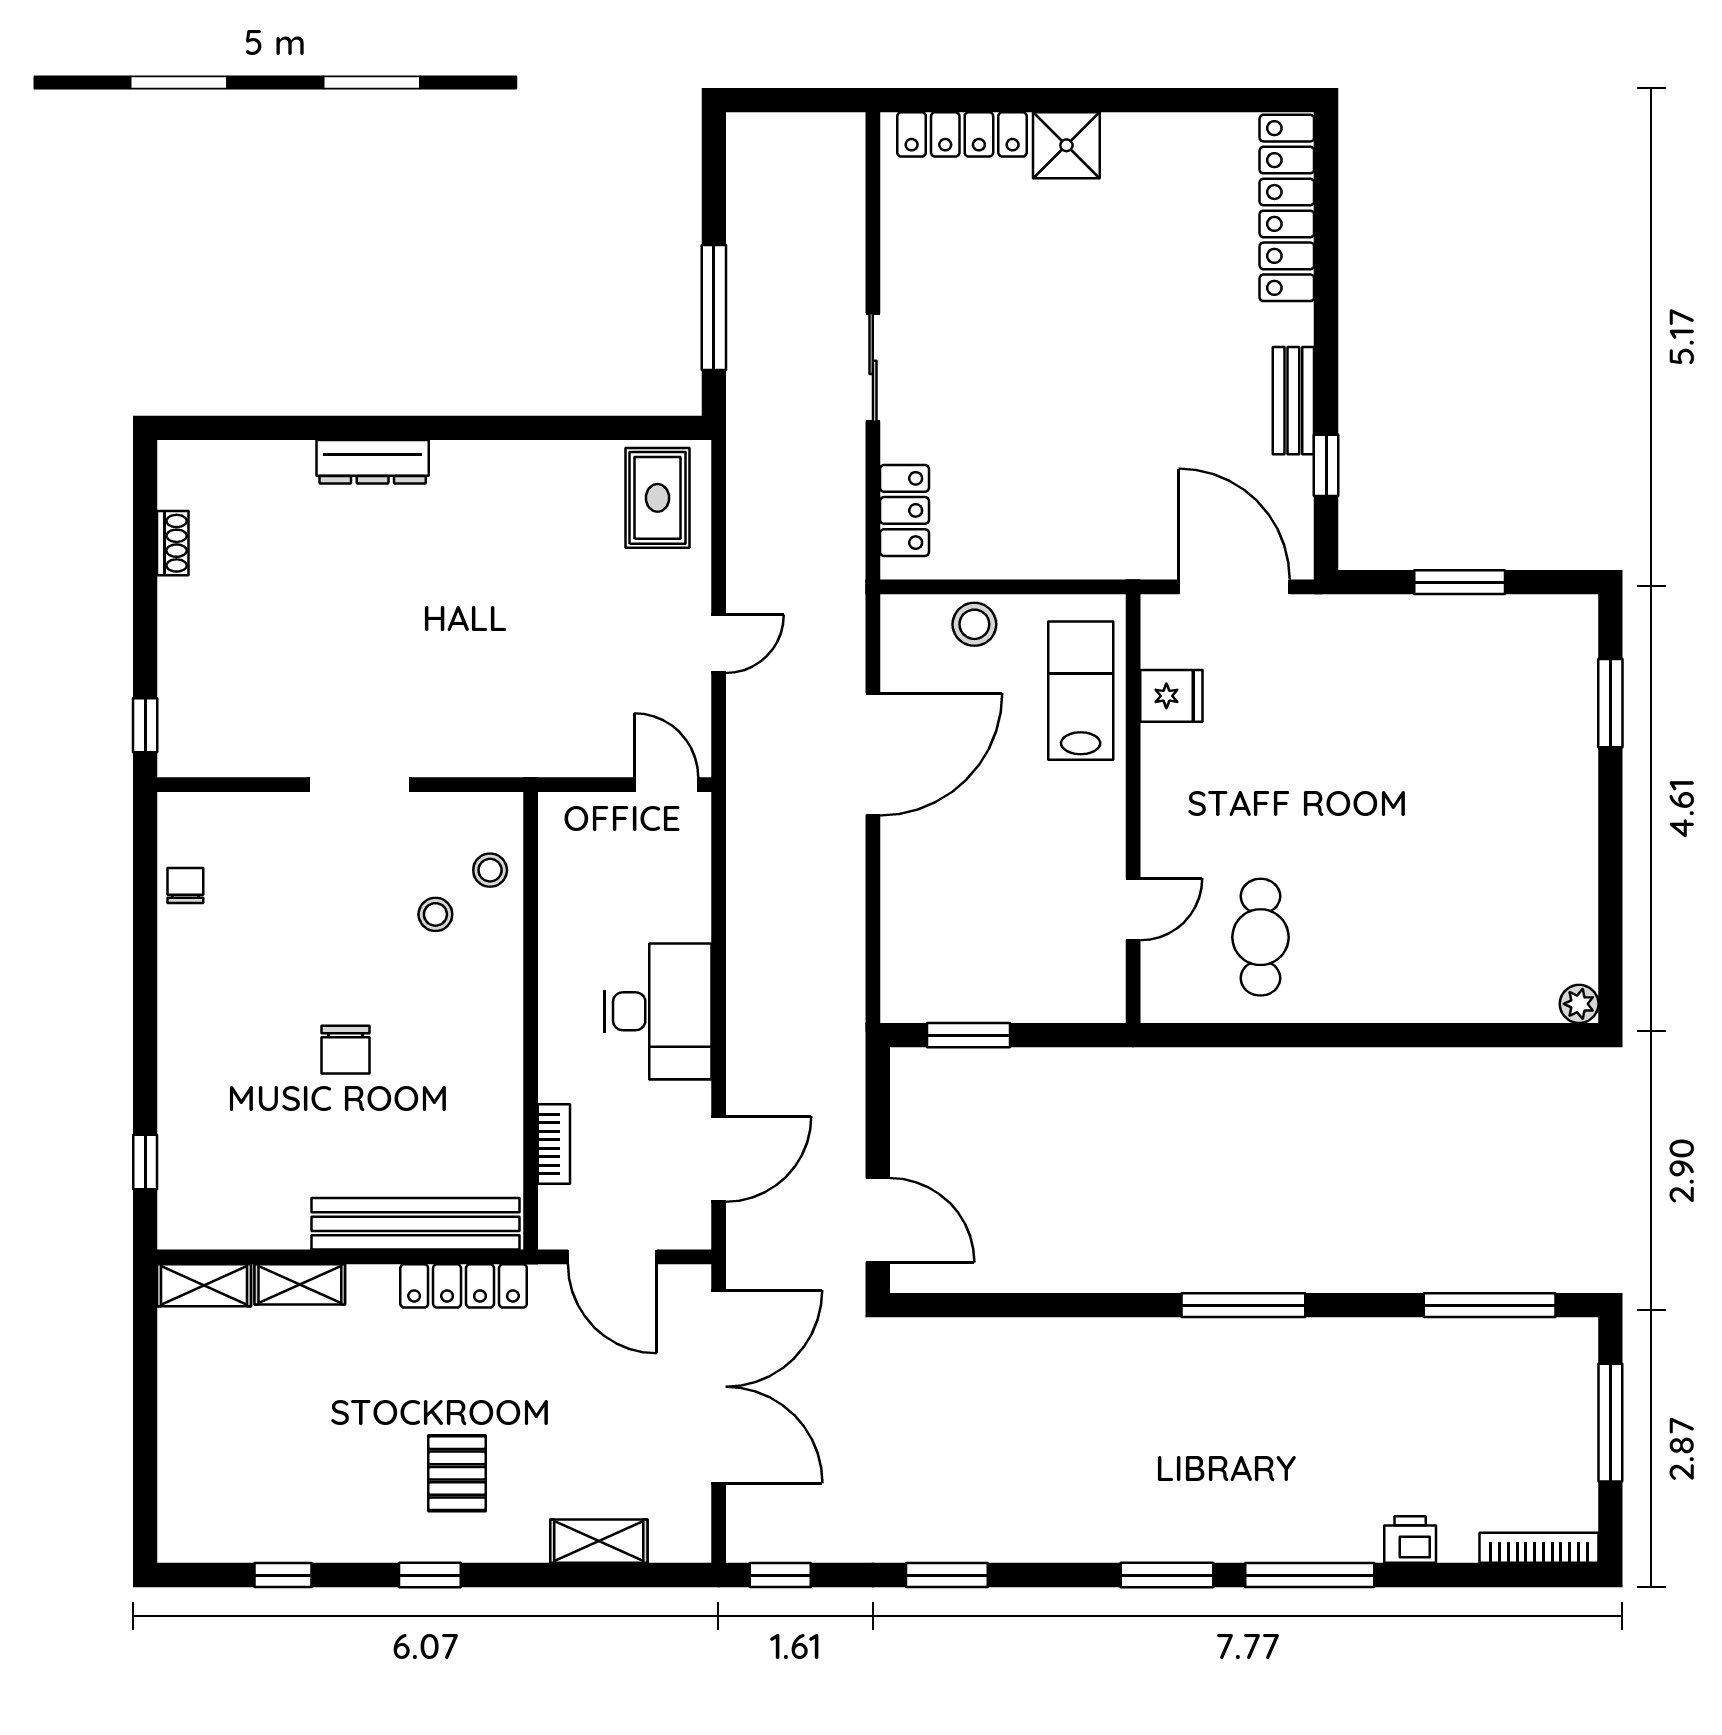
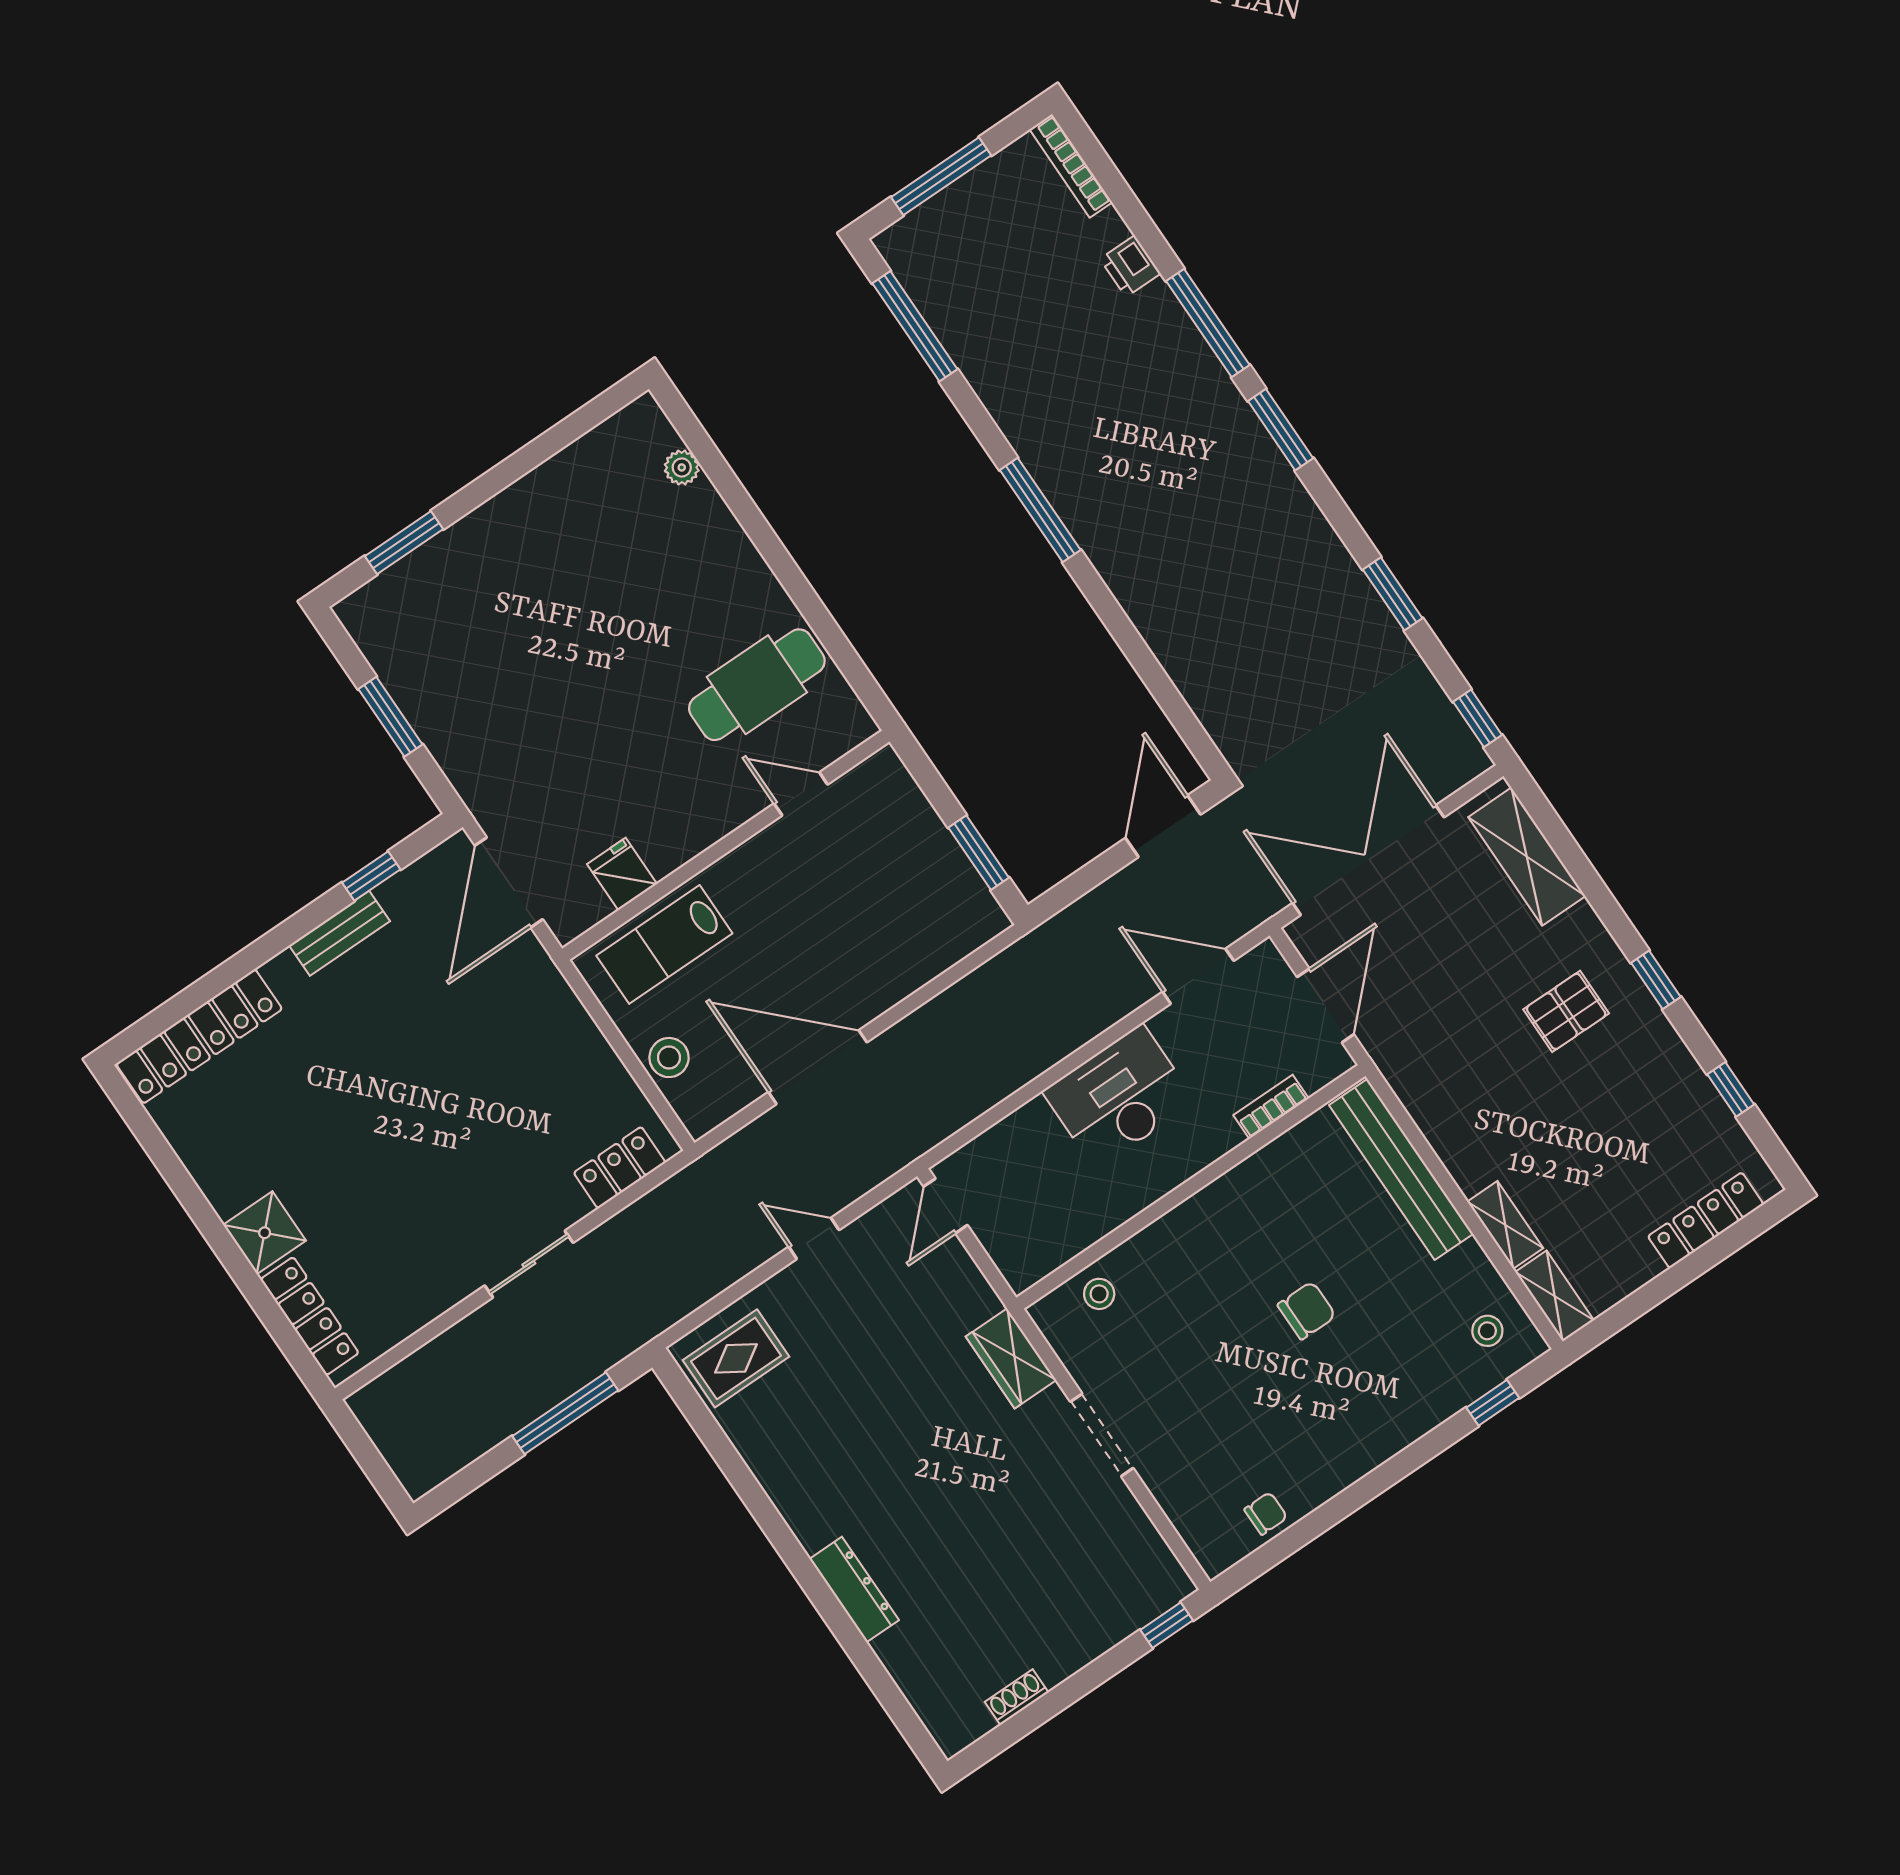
wardrobe: (486, 749) -> (1011, 1358), added
chair: (185, 886) -> (1266, 1513), turned 180
stool: (435, 914) -> (1487, 1331), moved
cafe table: (1260, 937) -> (757, 685), width x1.37, depth x1.35
plant: (1579, 1004) -> (682, 467), moved
locker: (464, 1286) -> (1706, 1220), moved, turned -90
shelving: (599, 1541) -> (1527, 857), width x1.50, depth x1.33

